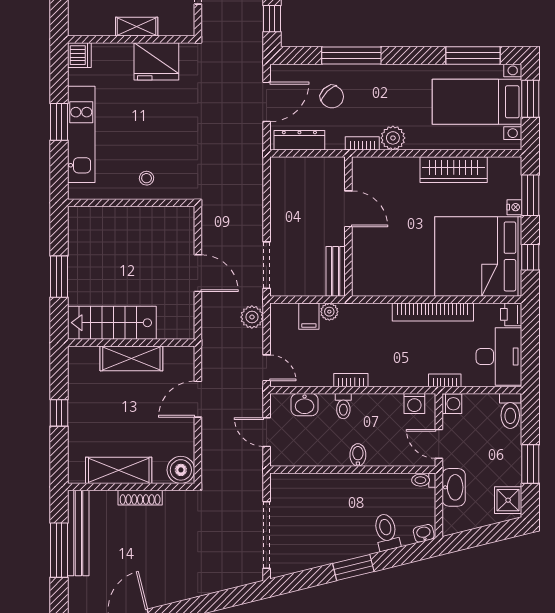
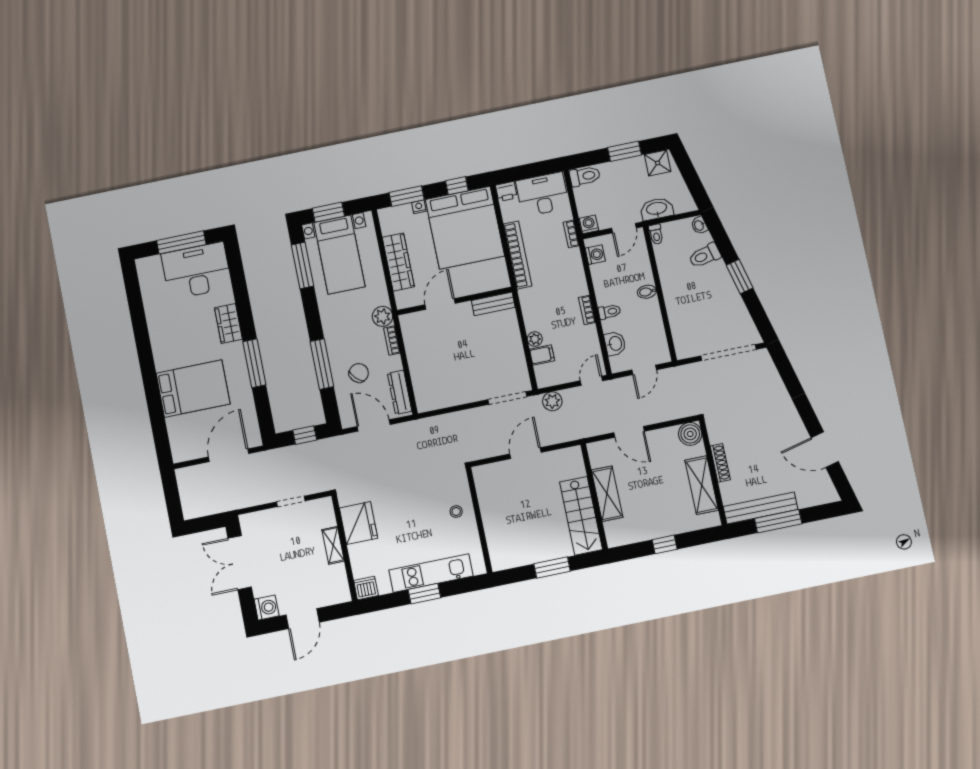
door: (348, 209) -> (440, 304), moved
wall: (348, 226) -> (454, 301), moved
bench: (336, 271) -> (493, 304), moved

